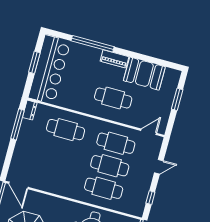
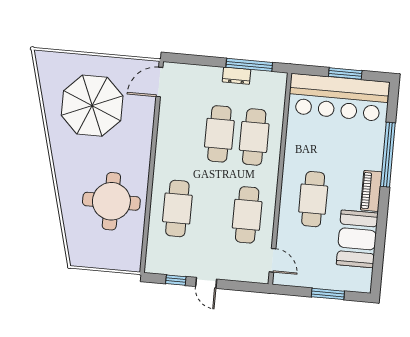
dresser: (30, 110) -> (237, 76), moved
cafe table: (110, 166) -> (219, 134), moved
door: (159, 167) -> (206, 283), moved

